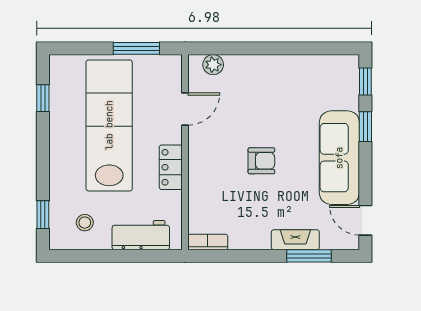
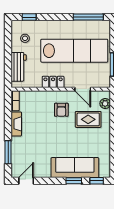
window: (43, 98) -> (88, 17), width x2.17
rug: (244, 98) -> (88, 119), added
sofa: (339, 158) -> (75, 168), moved
armchair: (261, 161) -> (61, 110), moved
fireplace: (295, 240) -> (16, 124), moved

